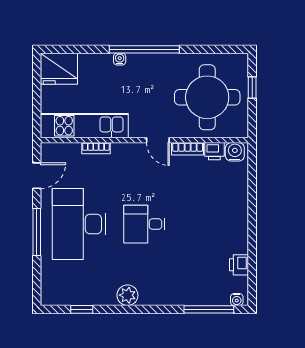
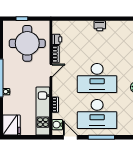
water cooler: (235, 152) -> (57, 125), moved
desk: (144, 224) -> (97, 78), width x1.87, depth x1.30
printer: (239, 265) -> (100, 26), moved

